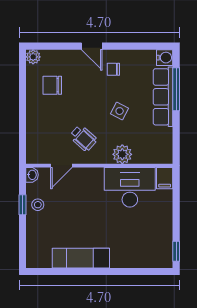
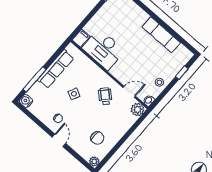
row of seats: (163, 97) -> (56, 69), moved
plant: (122, 154) -> (138, 110), moved
window: (22, 205) -> (182, 73), moved

